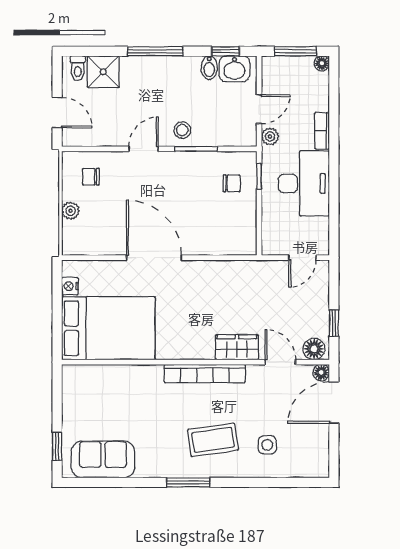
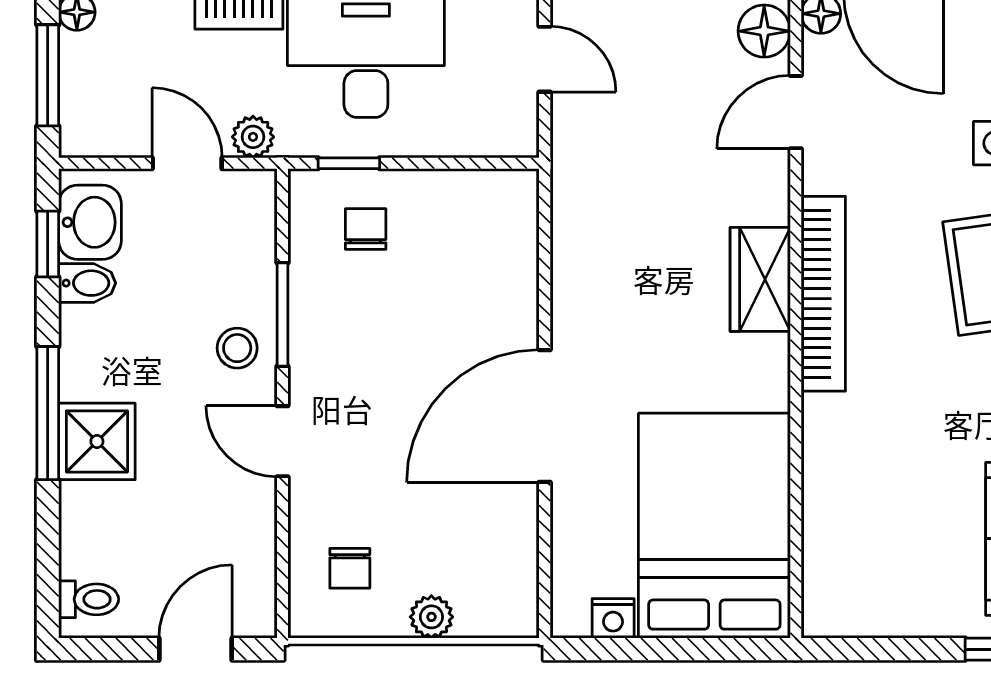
shower: (103, 72) -> (97, 441), moved
wardrobe: (237, 347) -> (760, 279), moved

